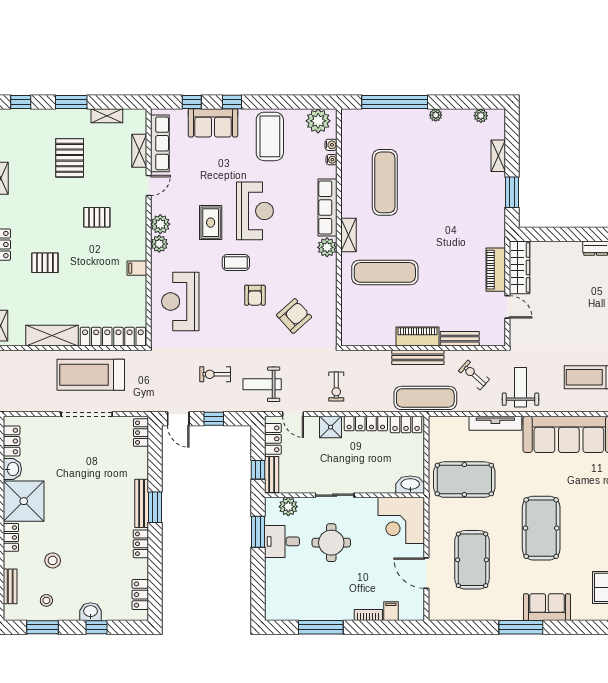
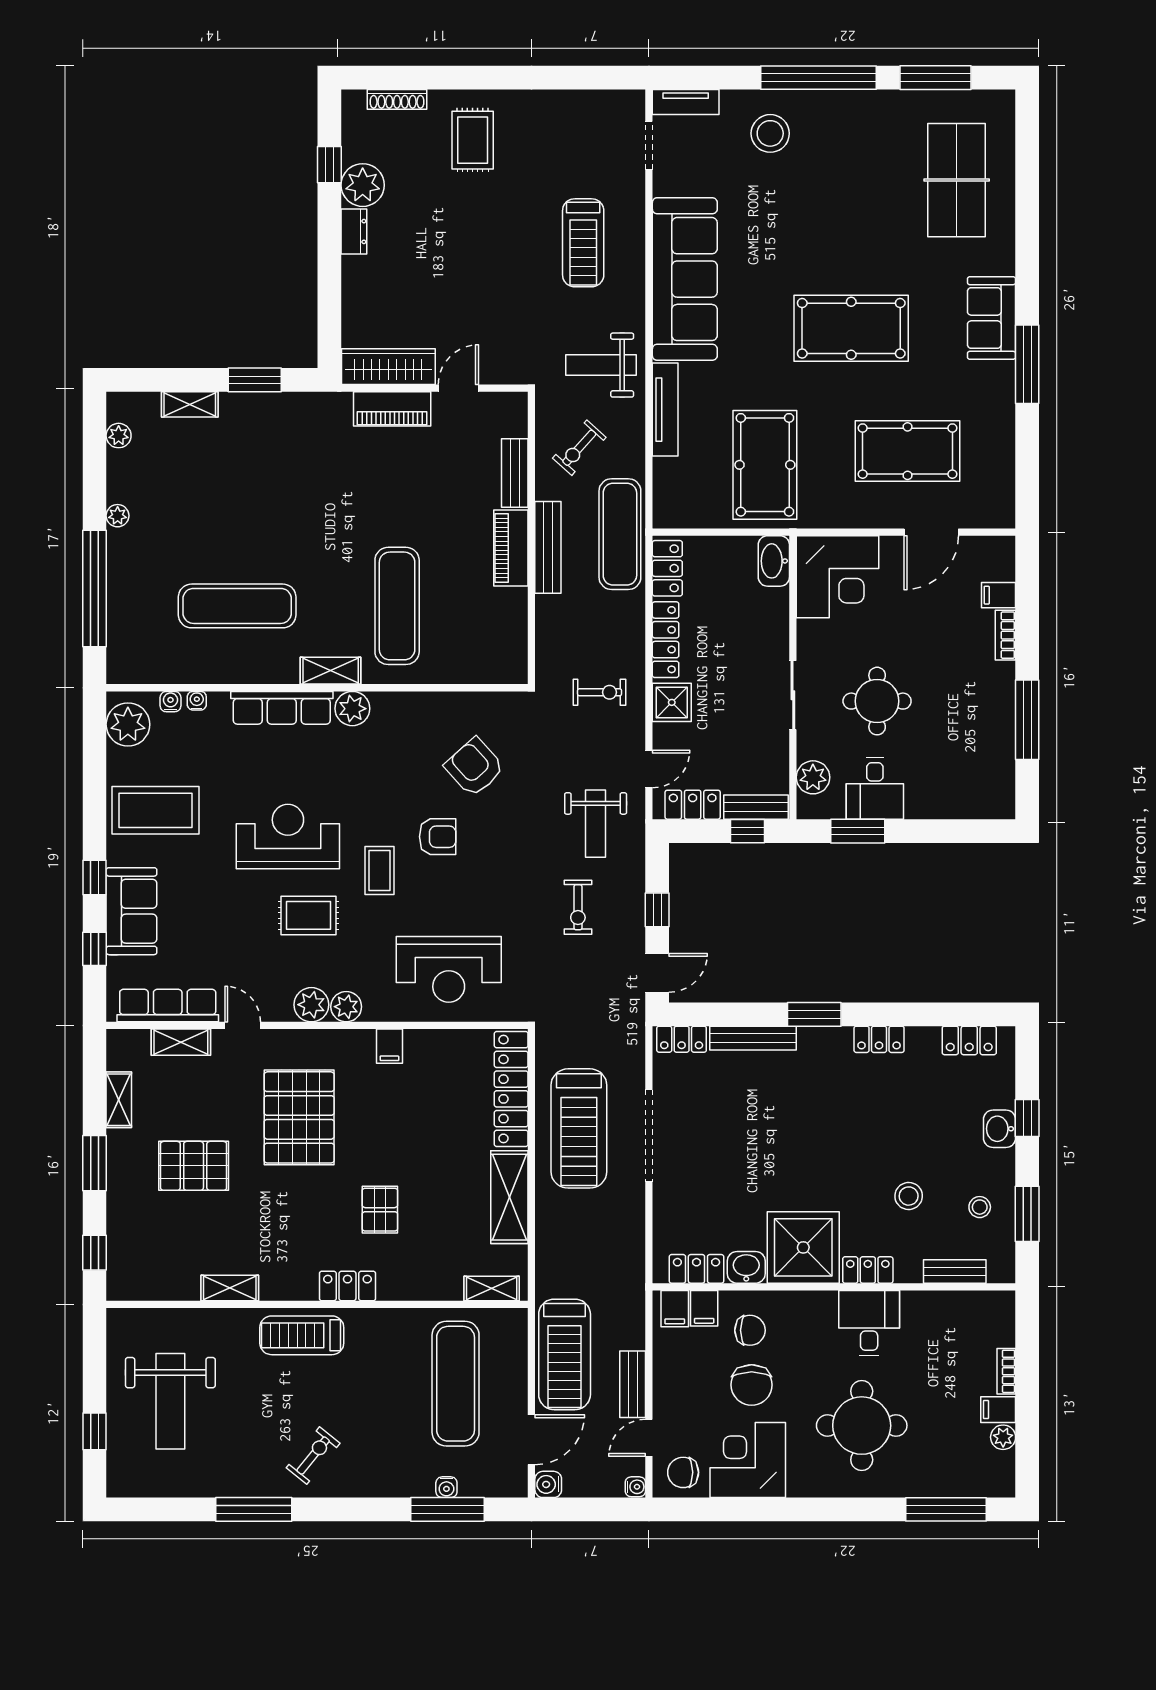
pallet: (97, 217) -> (299, 1117), width x2.05, depth x2.00
bench: (142, 503) -> (753, 1038), moved

